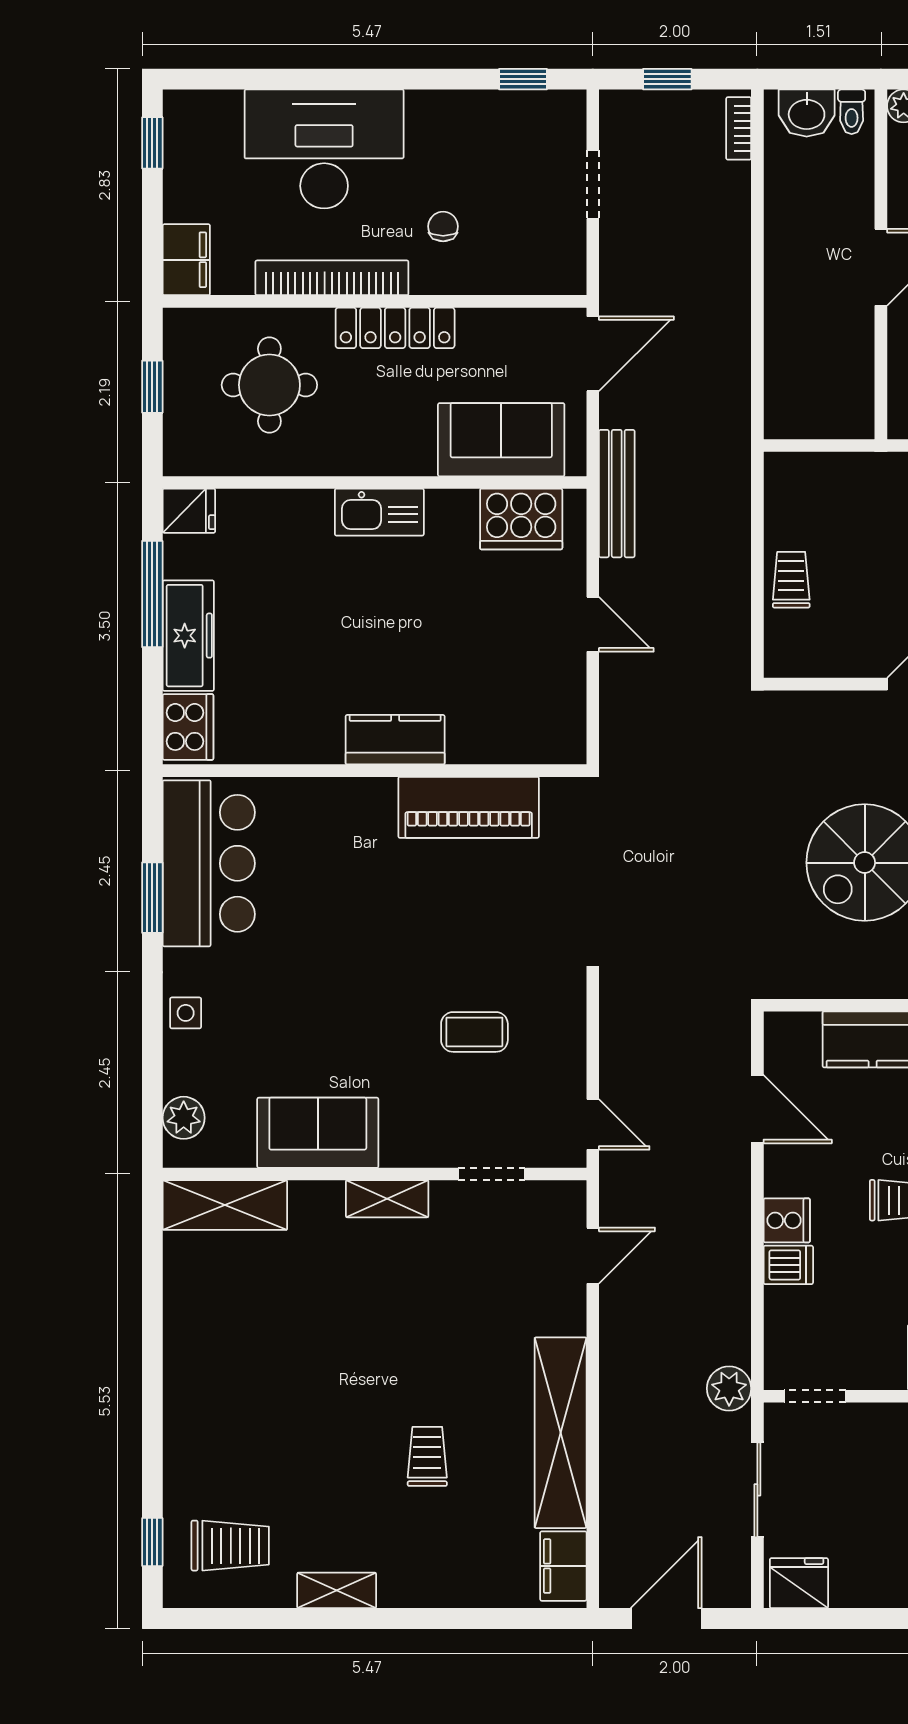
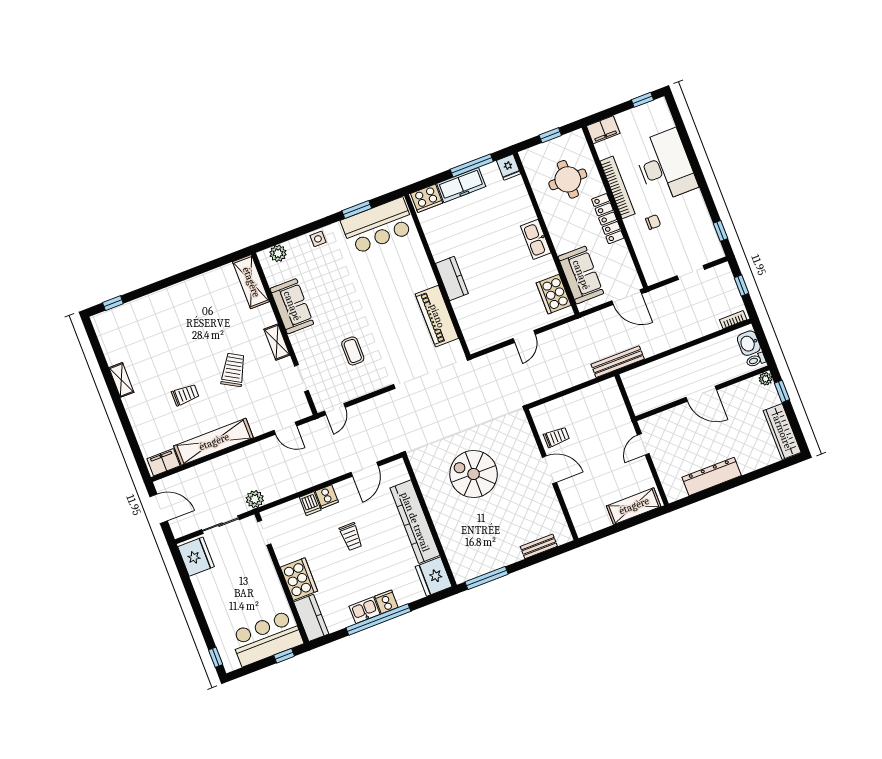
bench: (617, 494) -> (618, 362), moved
trolley: (791, 580) -> (556, 437), moved
trolley: (230, 1546) -> (233, 370), moved, turned -150
fridge: (799, 1583) -> (196, 557), width x1.36, depth x1.34

